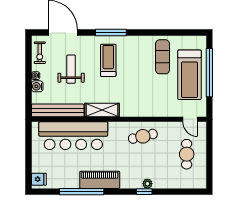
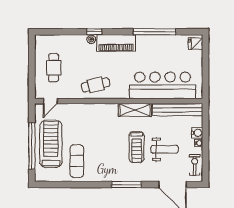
treadmill: (108, 60) -> (137, 147), moved
weight bench: (71, 69) -> (165, 149), turned -90
door: (190, 119) -> (50, 101), swing flipped
piano: (100, 180) -> (116, 43), moved

